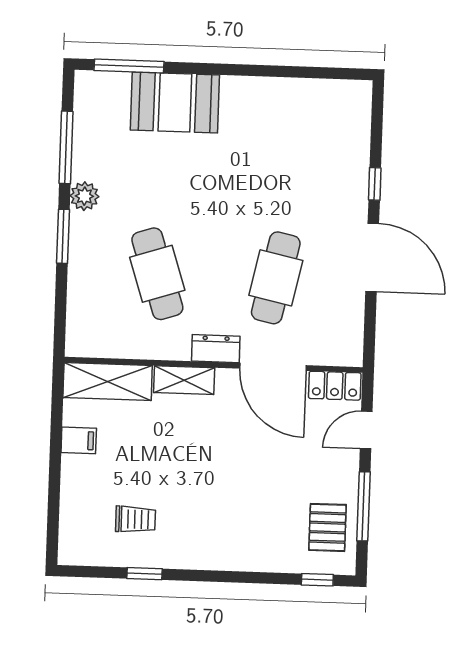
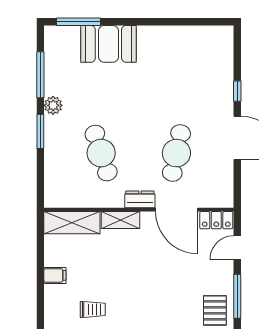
filing cabinet: (79, 440) -> (55, 275), moved

